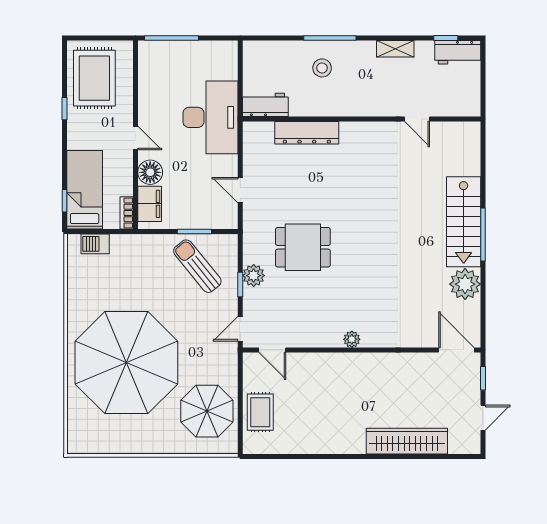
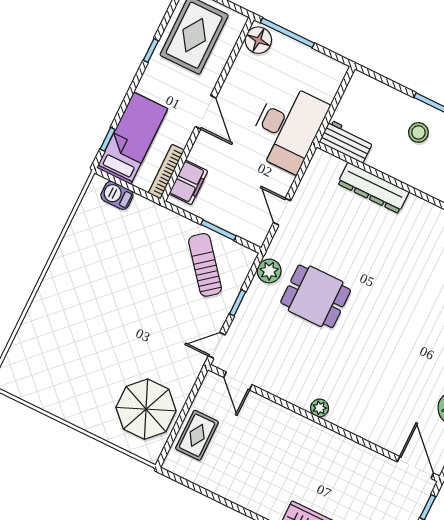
door: (136, 138) -> (206, 112), width x1.38
floor lamp: (150, 172) -> (258, 40), moved
bookcase: (127, 213) -> (166, 171), width x1.56
plant: (254, 276) -> (269, 271), moved
parasol: (126, 363) -> (91, 324), removed

